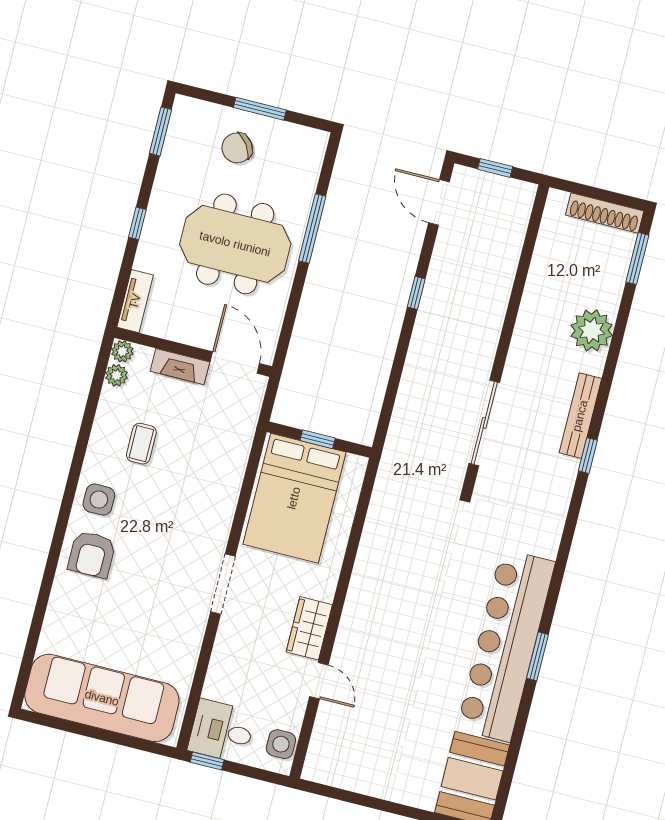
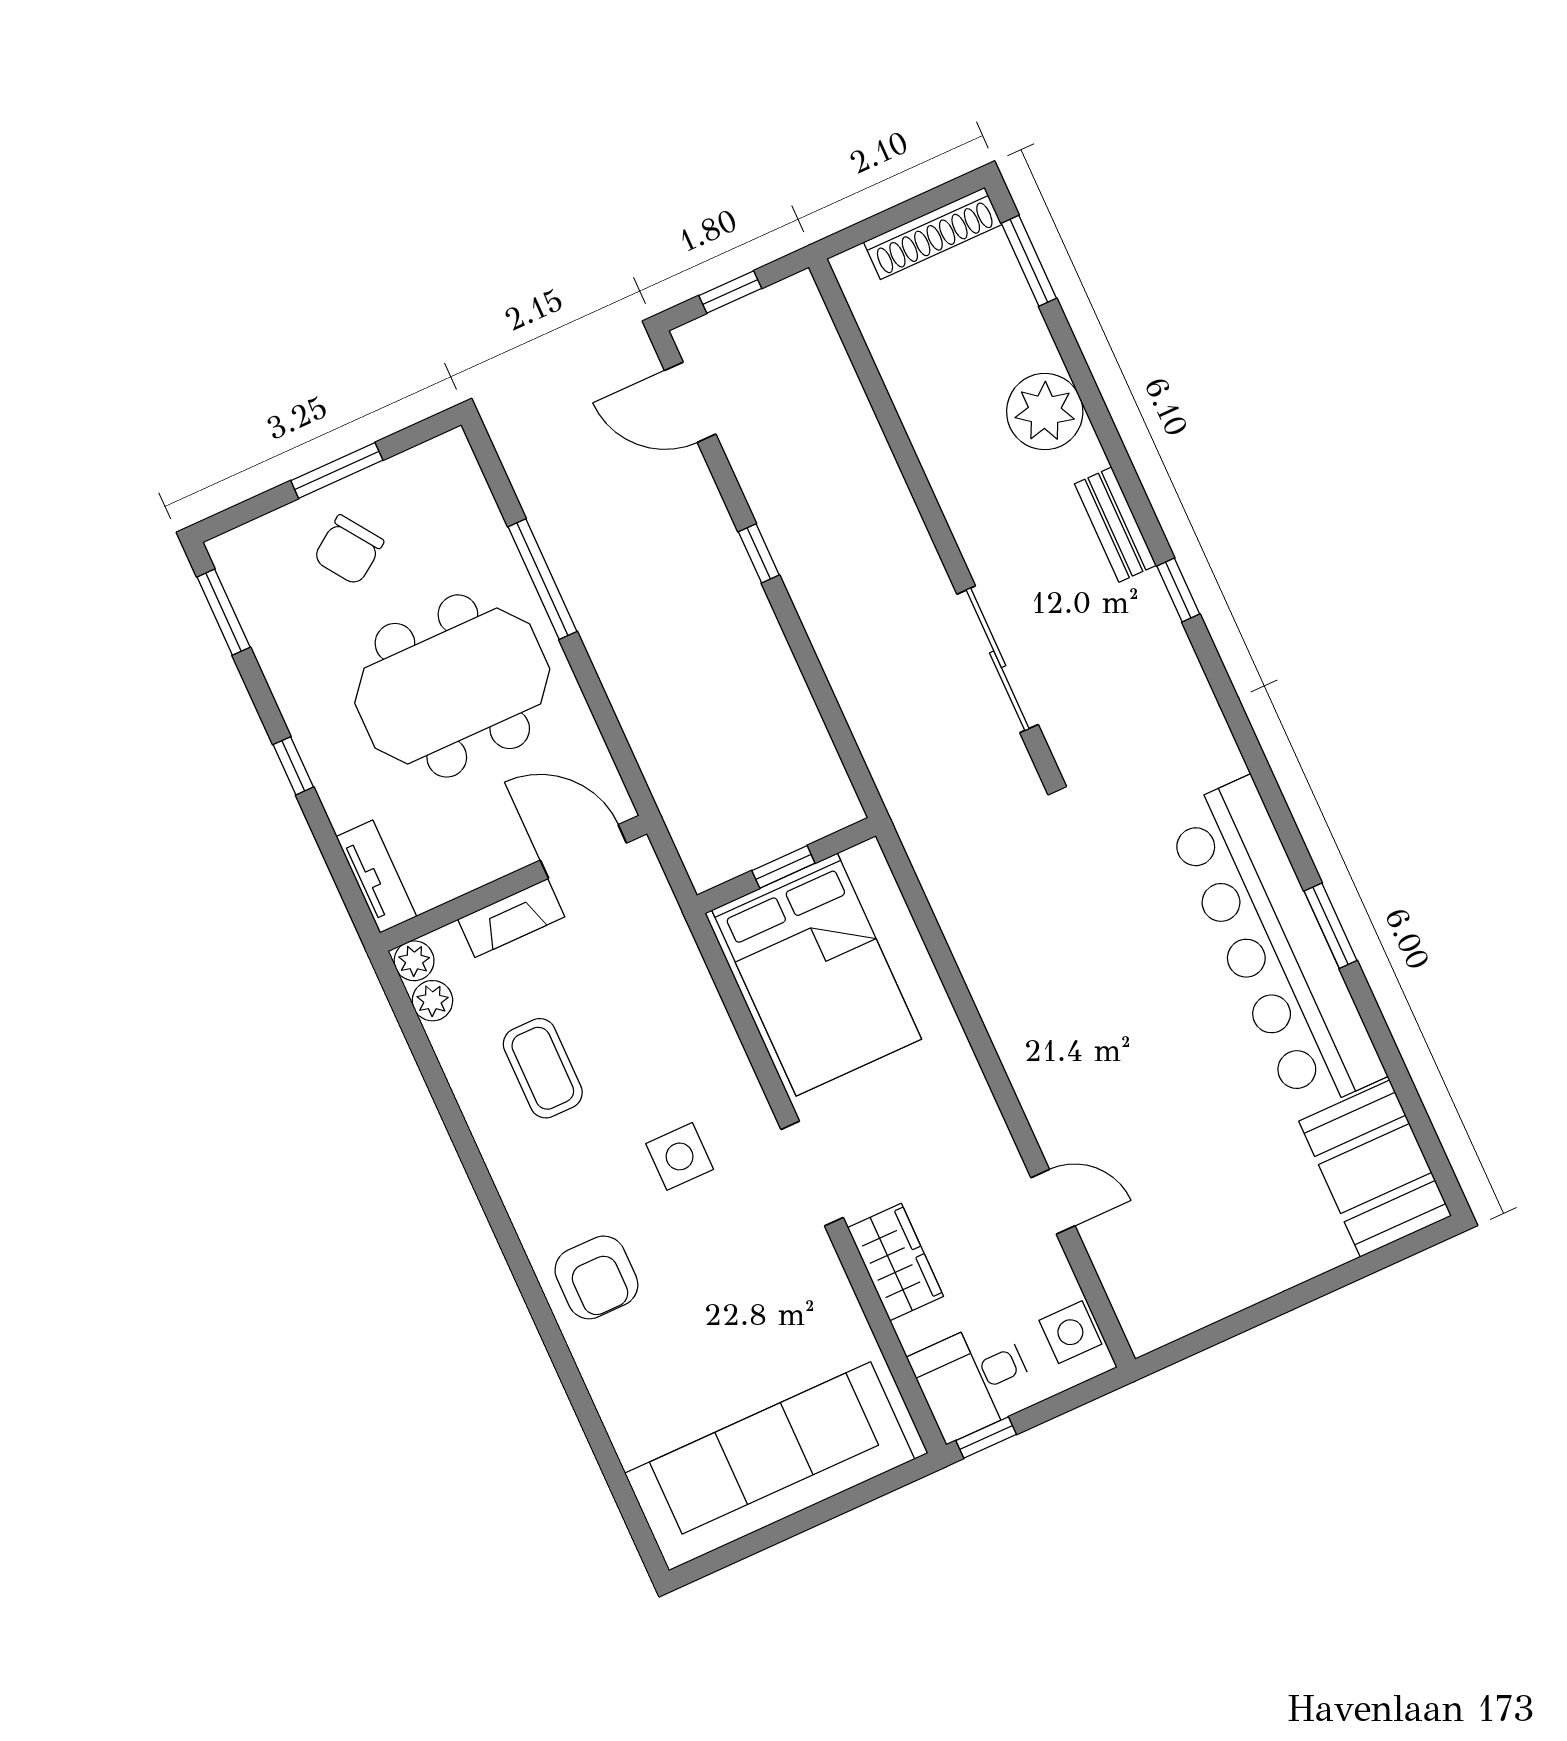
bench: (580, 416) -> (1115, 525), width x0.73
coffee table: (141, 444) -> (543, 1068), width x1.36, depth x1.30
side table: (99, 500) -> (680, 1156), moved
wardrobe: (309, 628) -> (895, 1262), moved, turned 180

